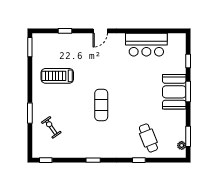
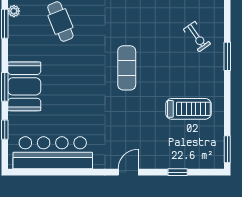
bar counter: (146, 45) -> (53, 153), width x1.36

